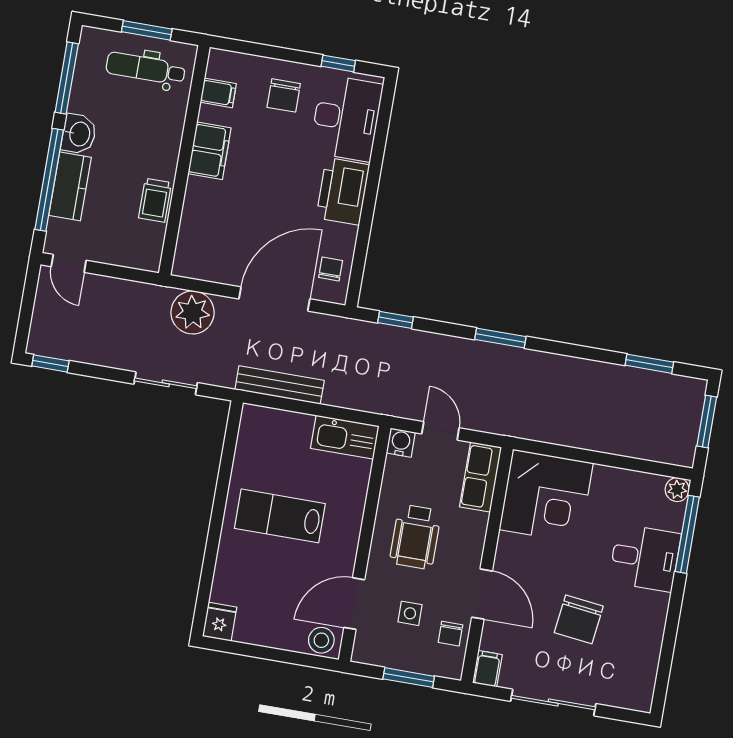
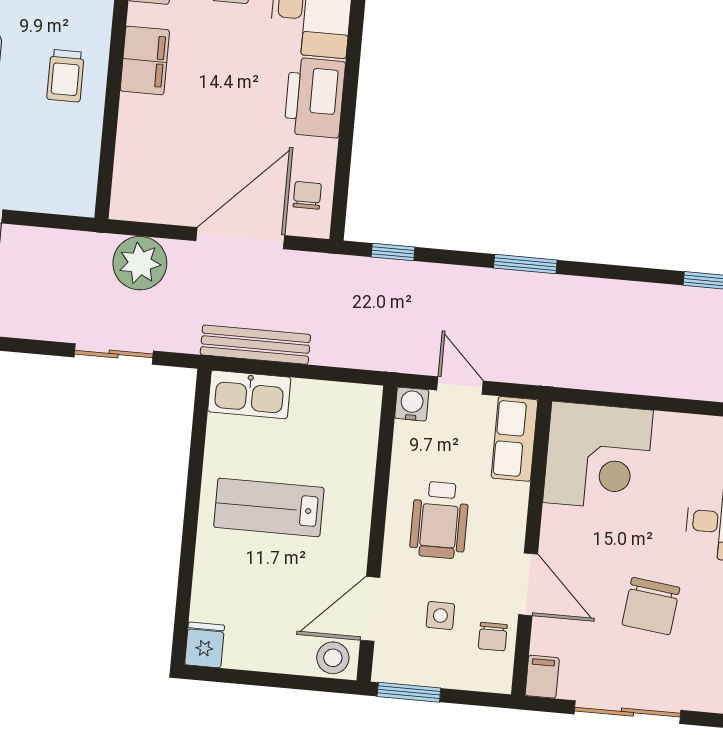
trolley: (155, 200) -> (65, 76), moved
kitchen sink: (345, 437) -> (249, 395), moved
window: (409, 678) -> (409, 692), moved

